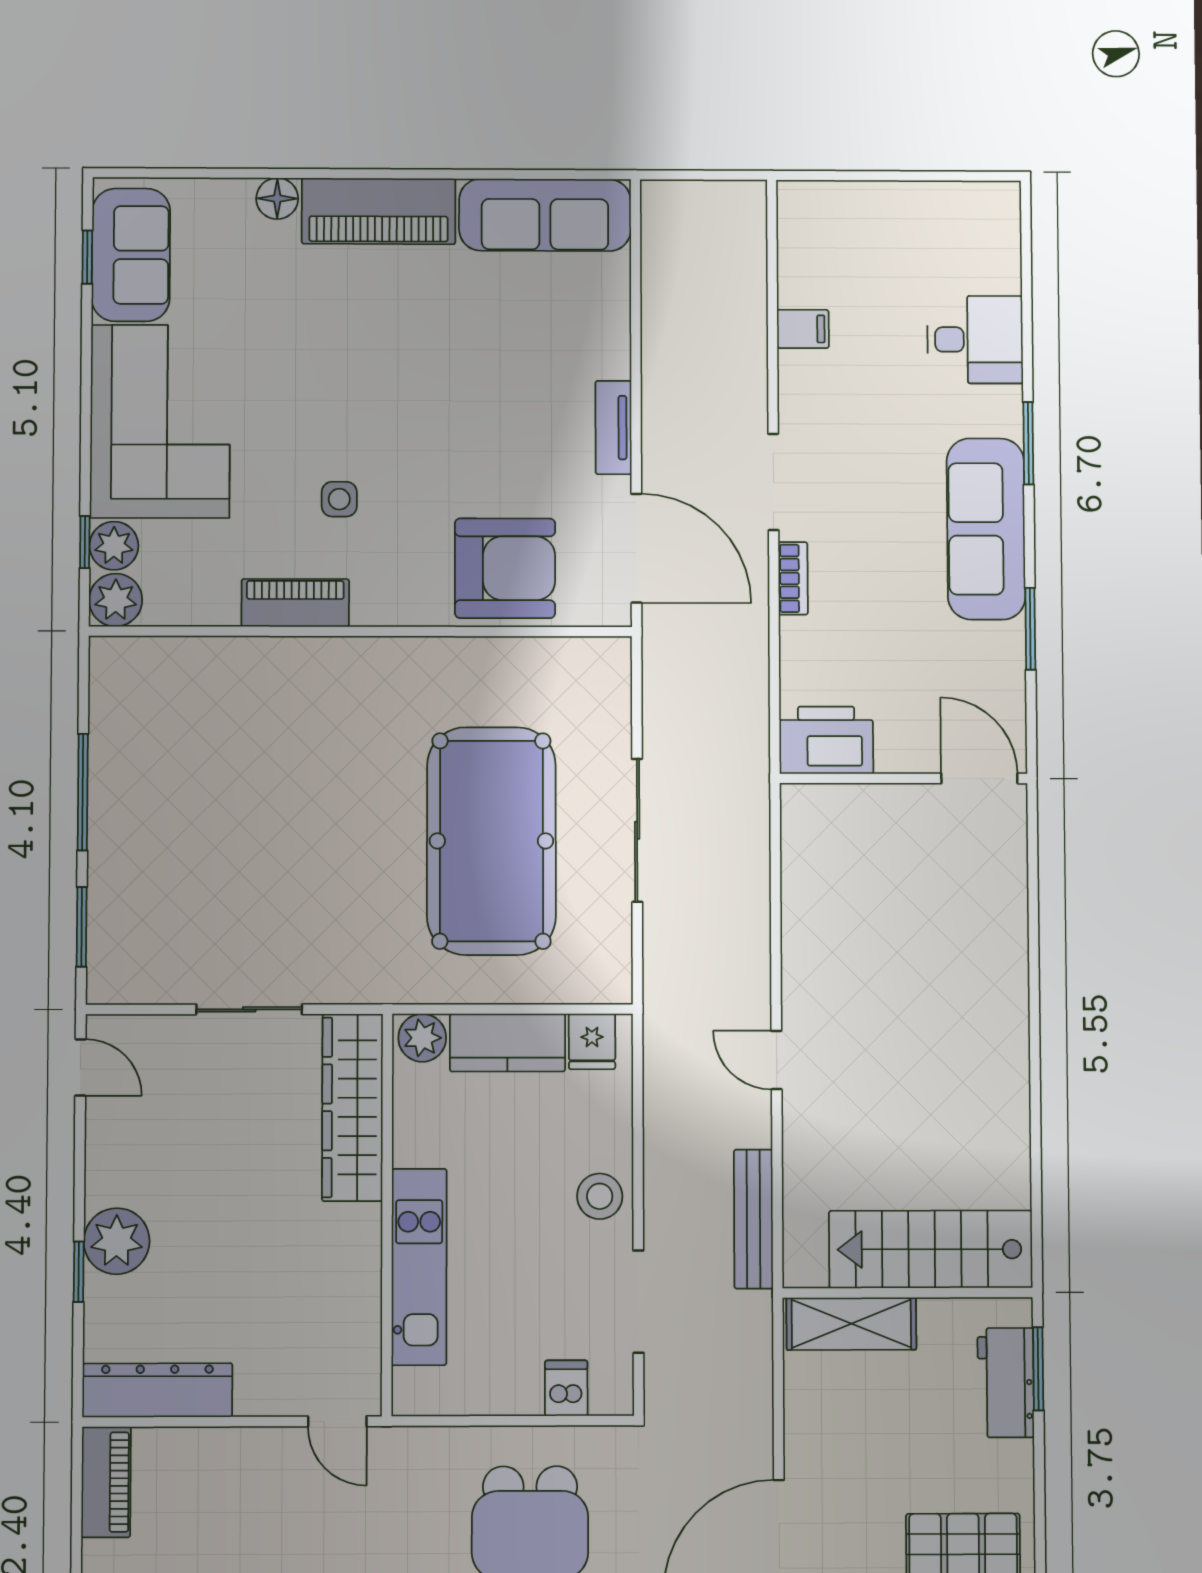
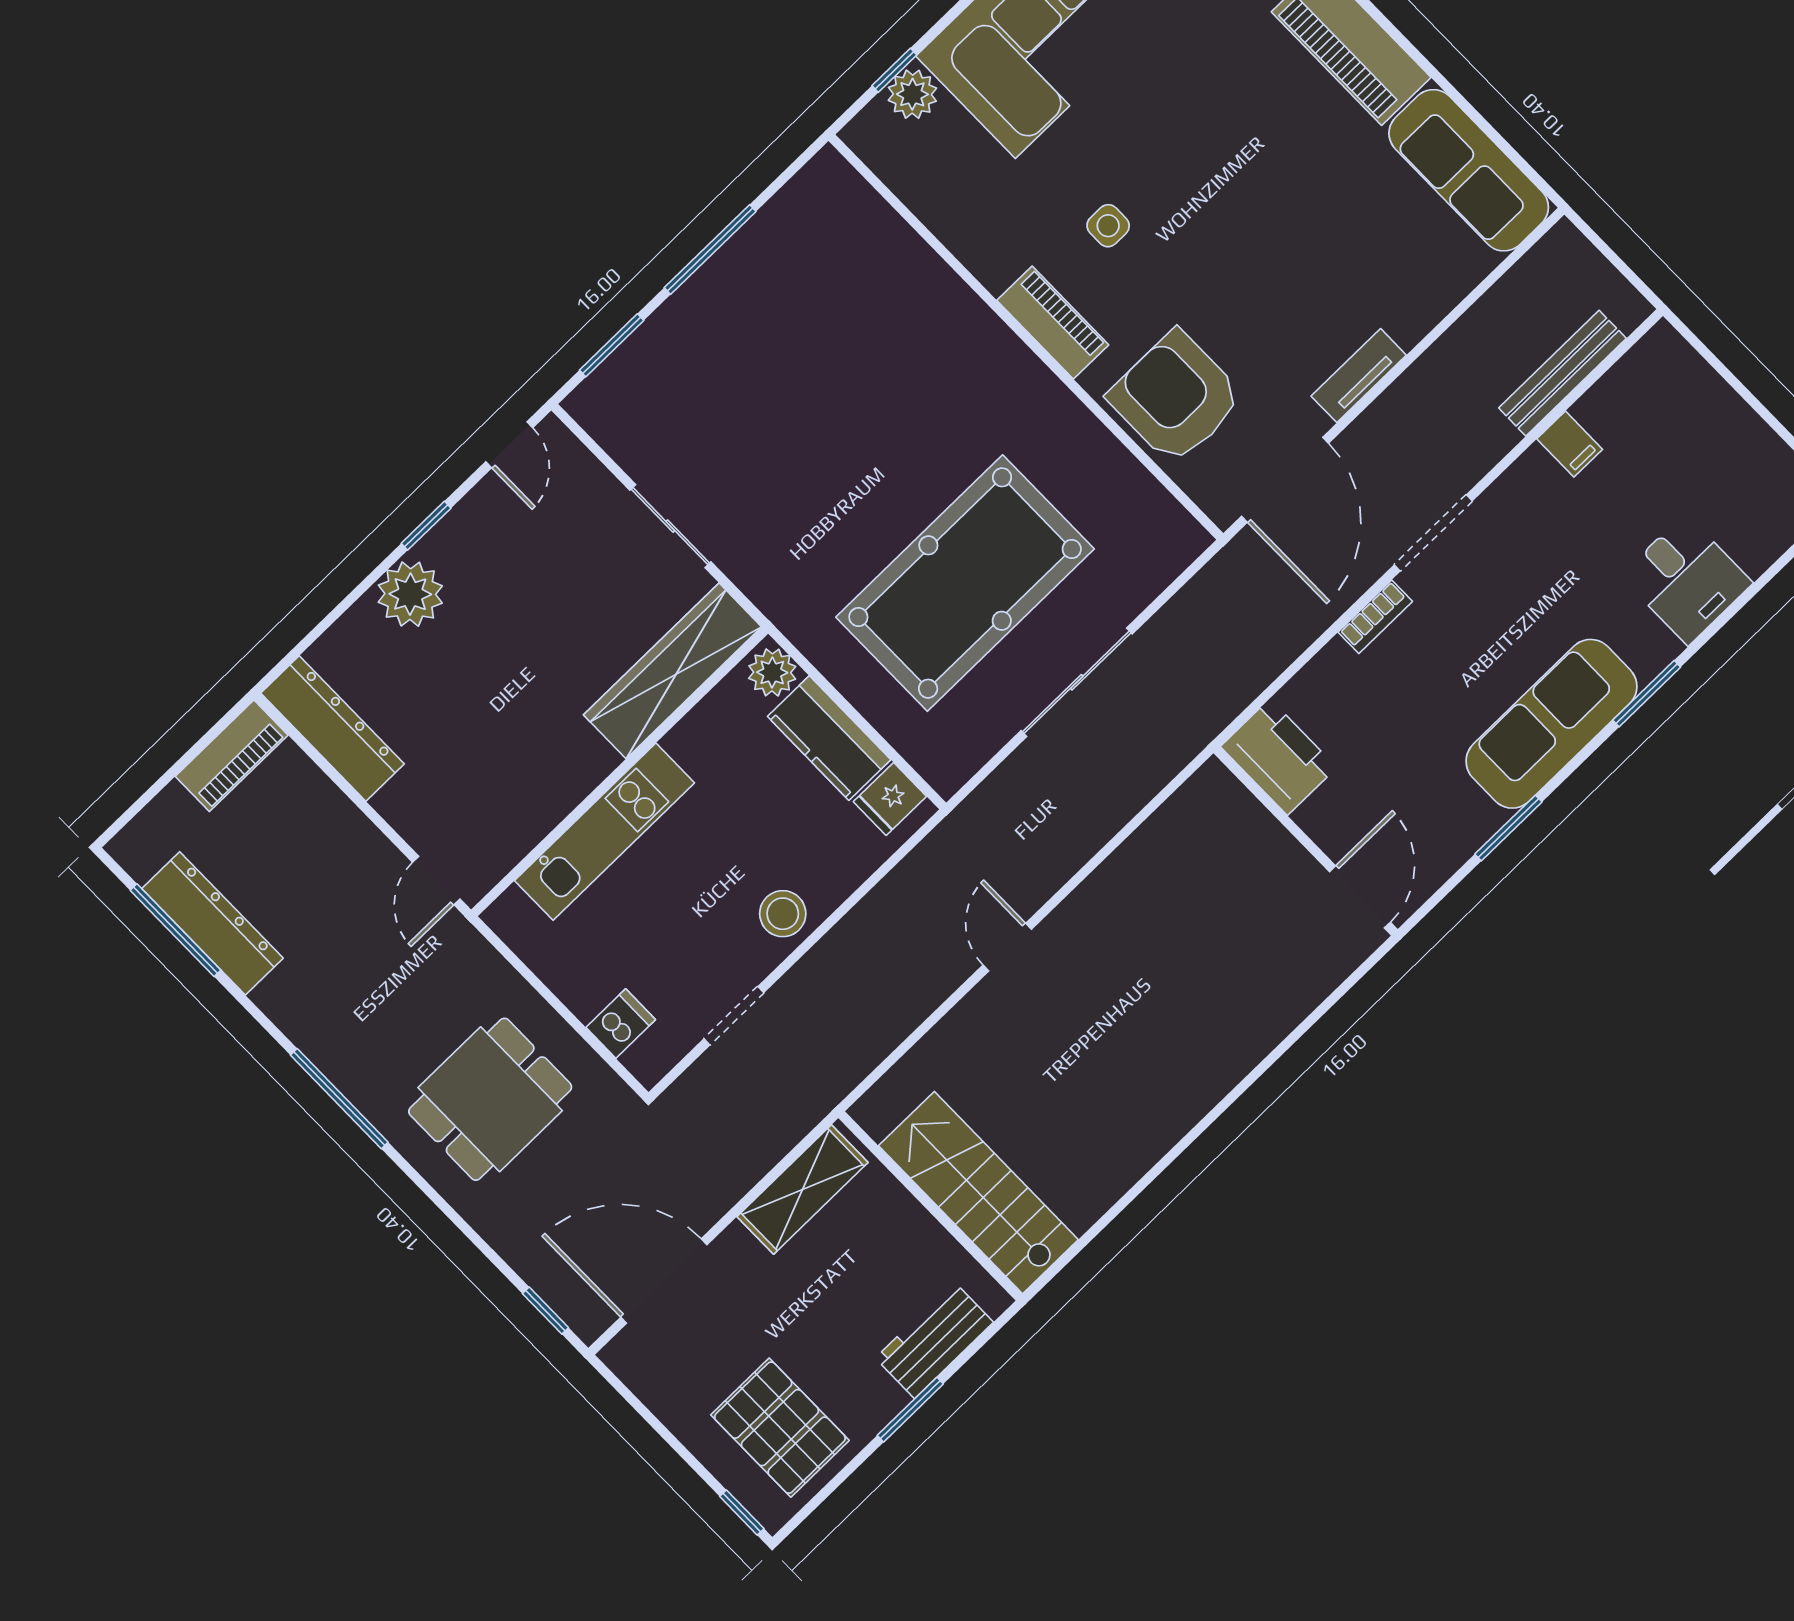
armchair: (505, 568) -> (1176, 397), turned 180
plant: (116, 600) -> (874, 135), removed
piano: (295, 603) -> (1053, 323), moved
bench: (753, 1219) -> (1562, 373), moved
window: (79, 1272) -> (426, 526), moved
doorway: (638, 1302) -> (734, 1016), width x0.73
shelving: (851, 1324) -> (802, 1190), moved, turned 90
window: (1038, 1369) -> (910, 1410), moved

